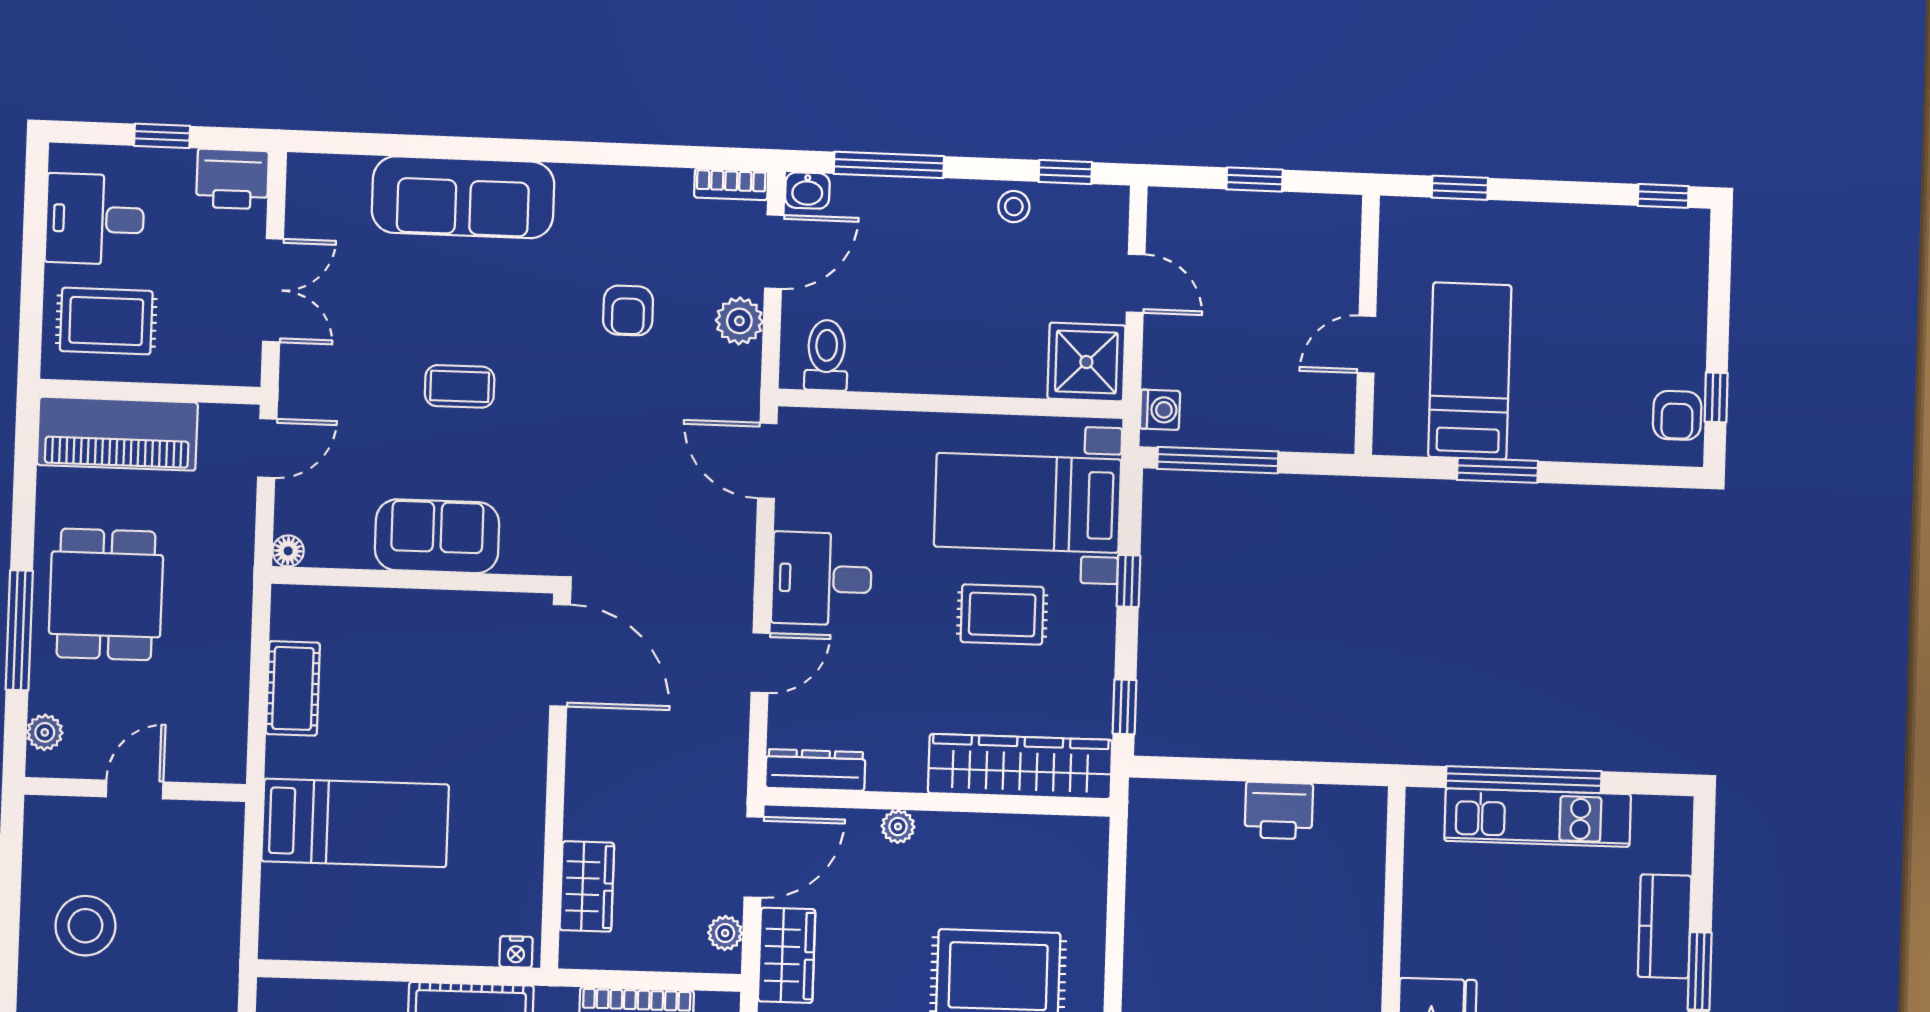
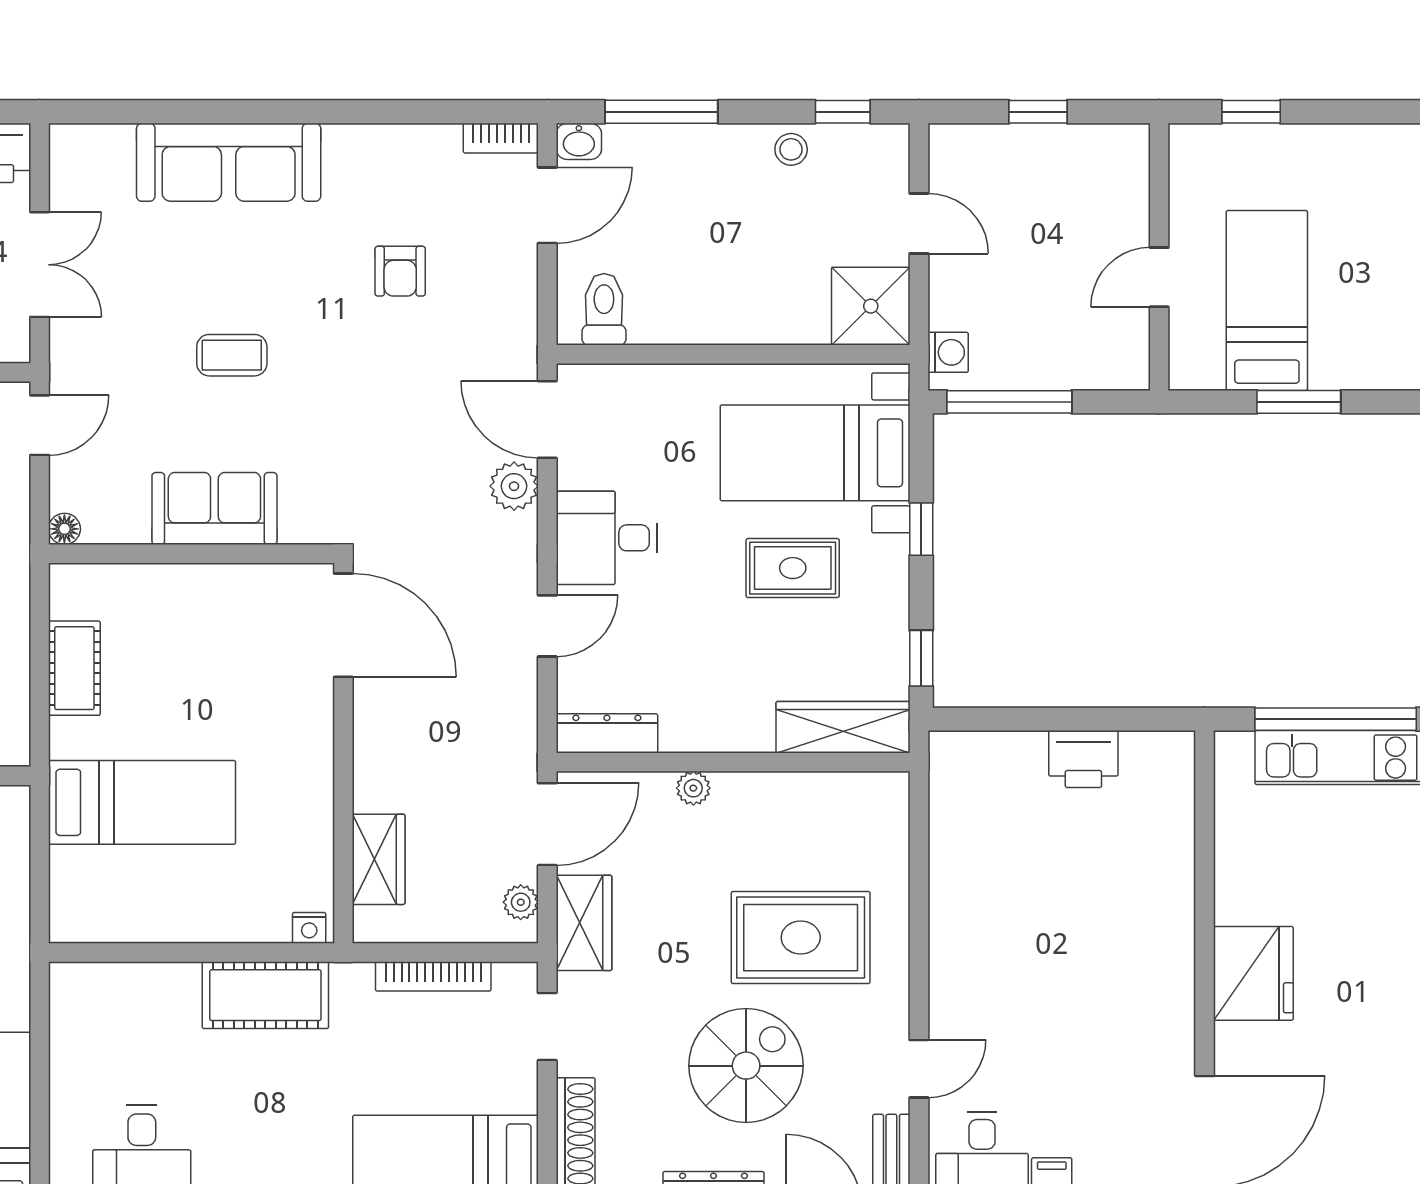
plant: (739, 321) -> (514, 486), moved
wardrobe: (1020, 766) -> (843, 727), width x0.71, depth x0.85

